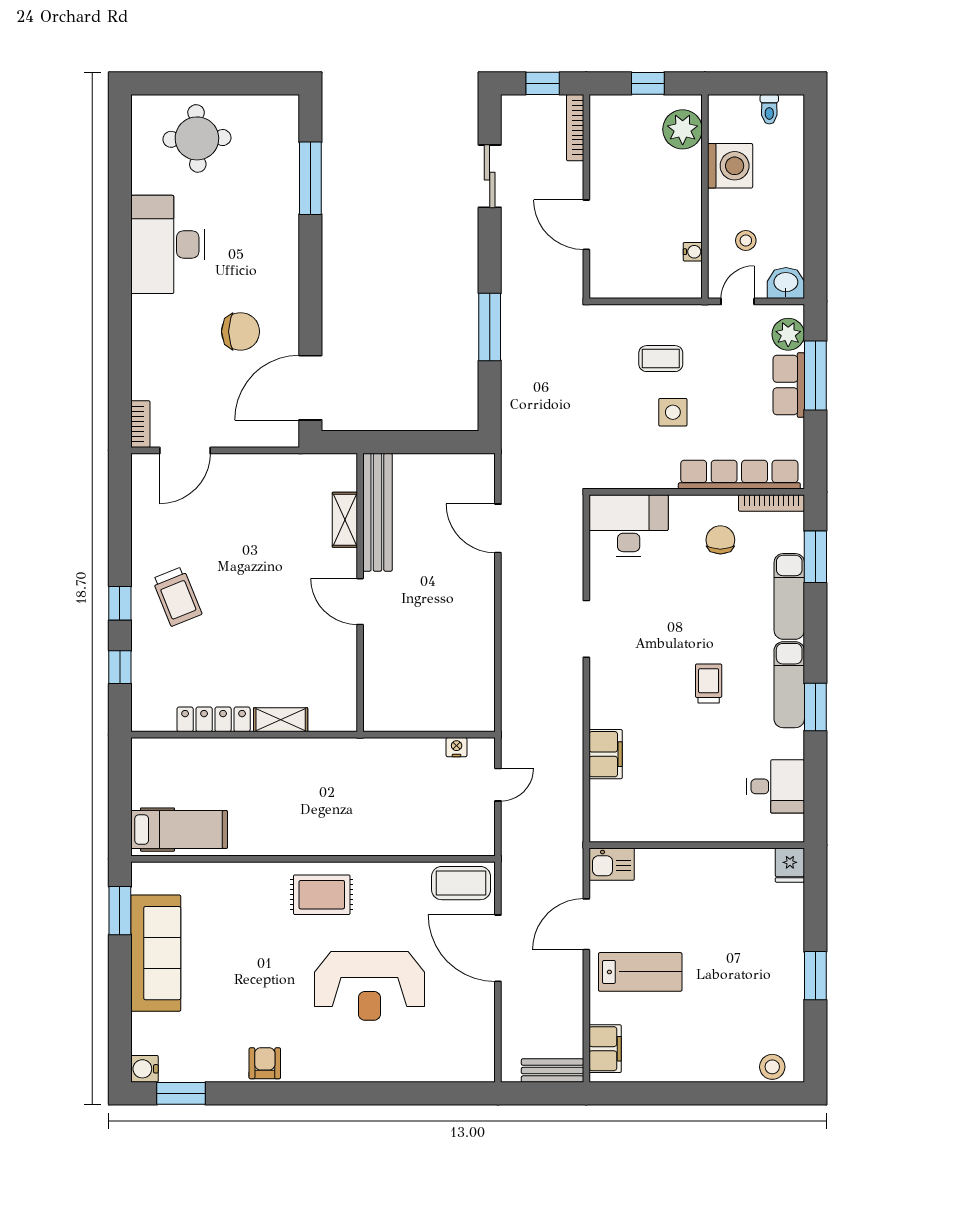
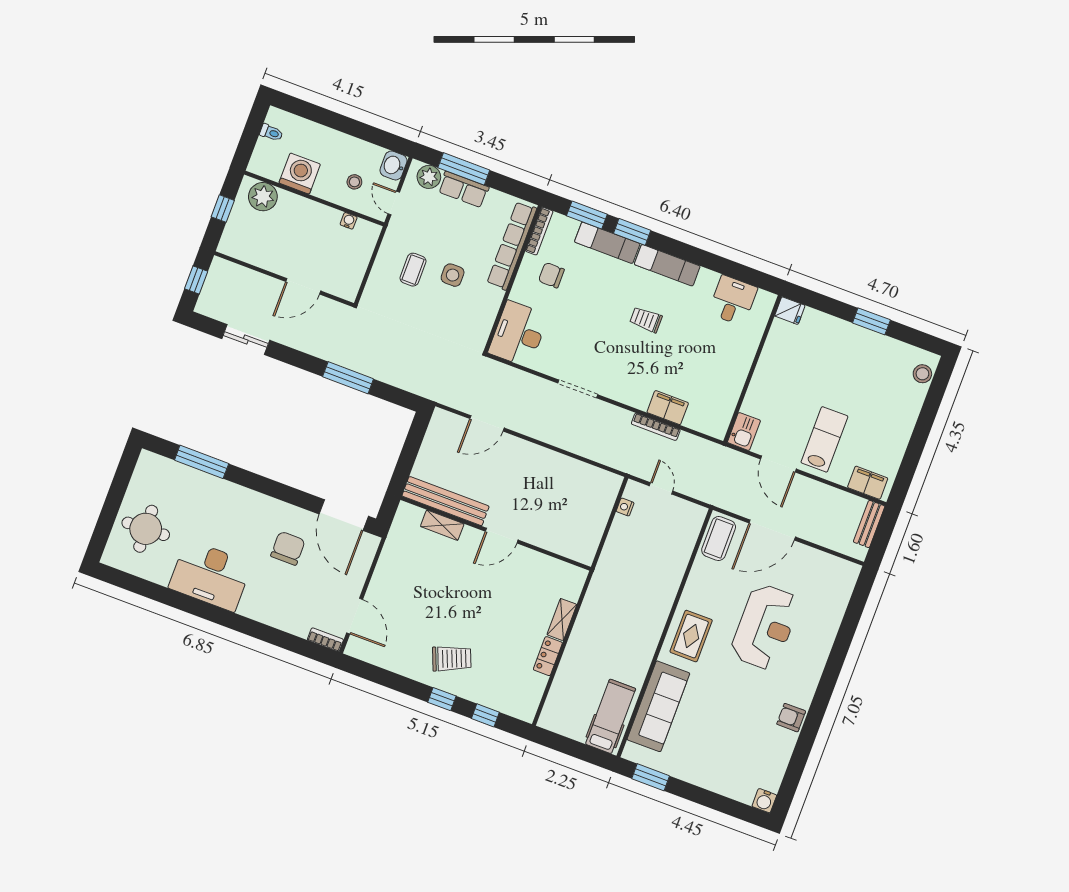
bookcase: (575, 128) -> (656, 427), moved
window: (815, 707) -> (632, 232), moved
locker: (214, 719) -> (548, 656), width x0.66
sofa: (156, 953) -> (658, 706), moved, turned 90
window: (181, 1093) -> (790, 782), removed

